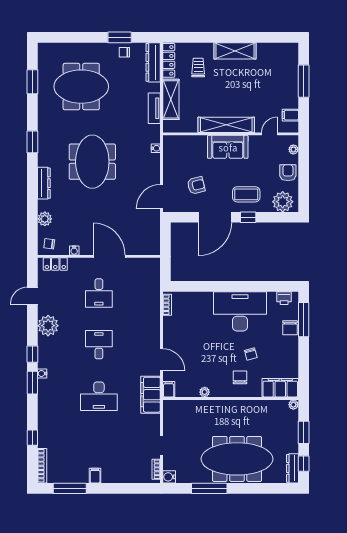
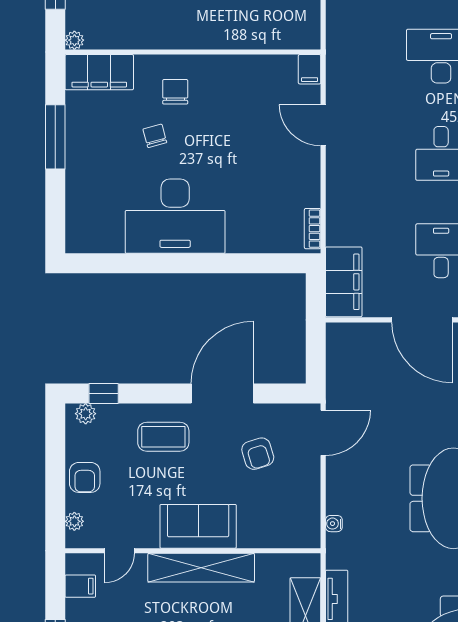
armchair: (196, 185) -> (258, 454), turned -93
plant: (283, 202) -> (86, 414), width x0.53, depth x0.53
window: (248, 217) -> (104, 394), moved
printer: (284, 298) -> (92, 241), removed
window: (304, 320) -> (55, 137), moved
chair: (290, 328) -> (81, 185), removed
chair: (240, 377) -> (175, 92), turned 180
plant: (205, 392) -> (242, 64), removed
filing cabinet: (151, 395) -> (344, 282), moved

